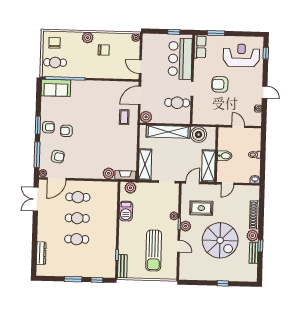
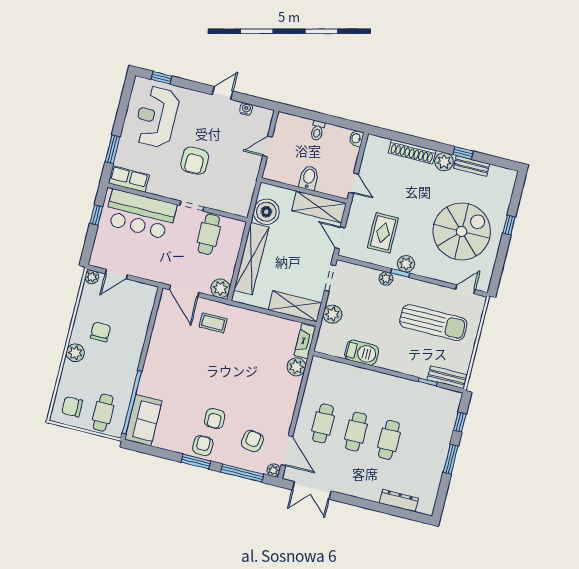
door: (140, 67) -> (116, 274), moved
plant: (130, 188) -> (332, 314), moved
spiral stairs: (220, 240) -> (462, 231), moved
door: (179, 246) -> (465, 289), moved

